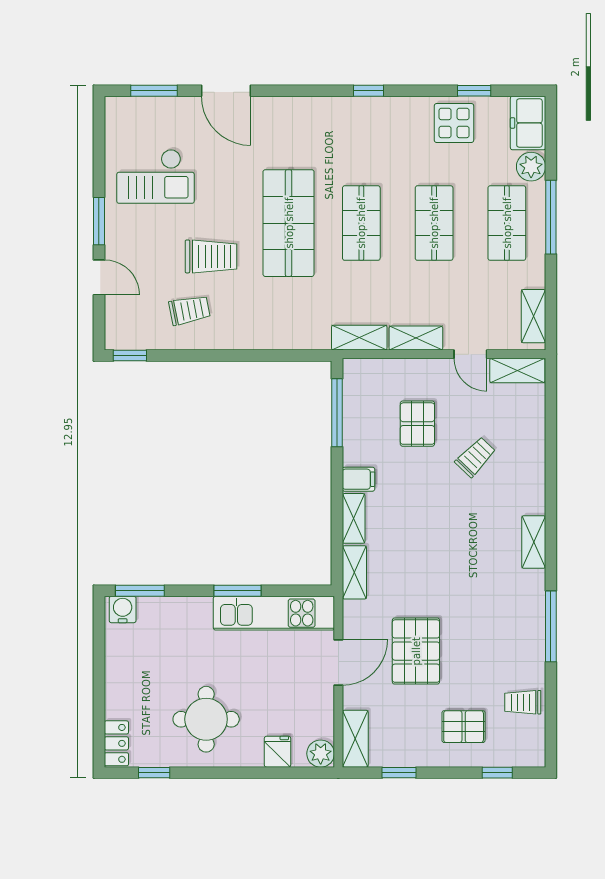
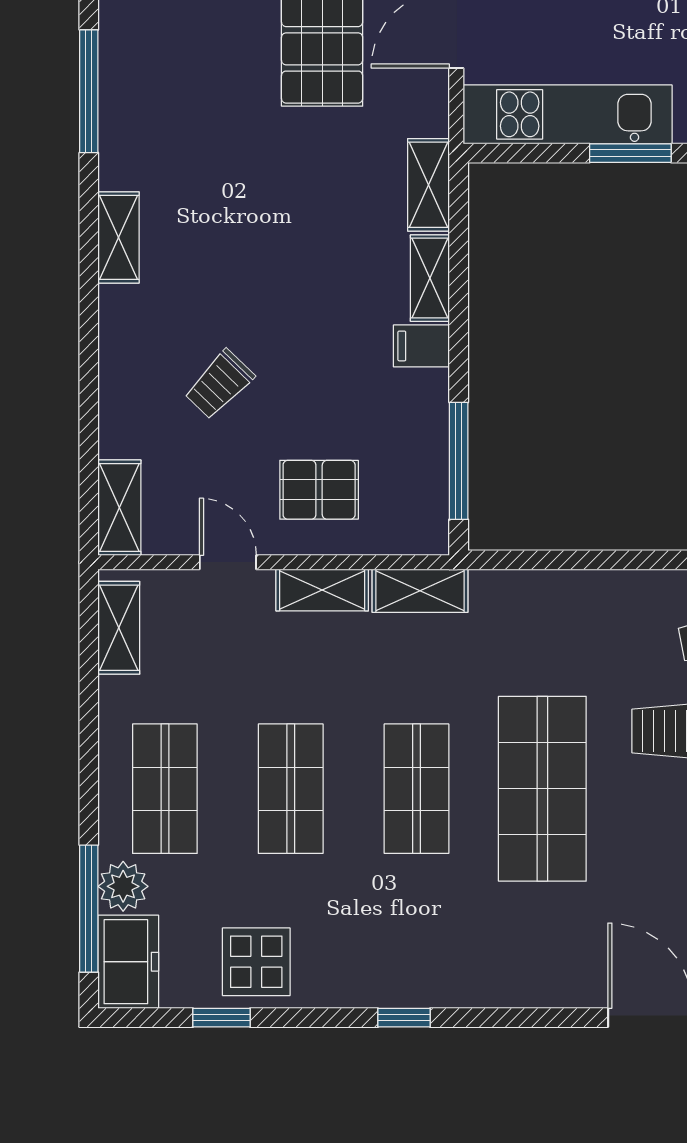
window: (551, 217) -> (89, 909), moved
shelving: (517, 371) -> (119, 508), moved, turned 90
pallet: (417, 424) -> (319, 490), moved, turned 90

